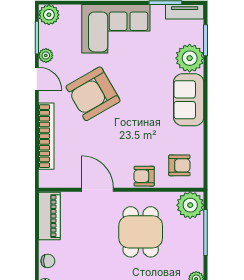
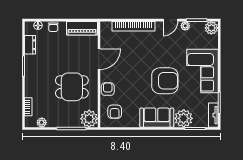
armchair: (93, 94) -> (165, 81), moved, turned 120

